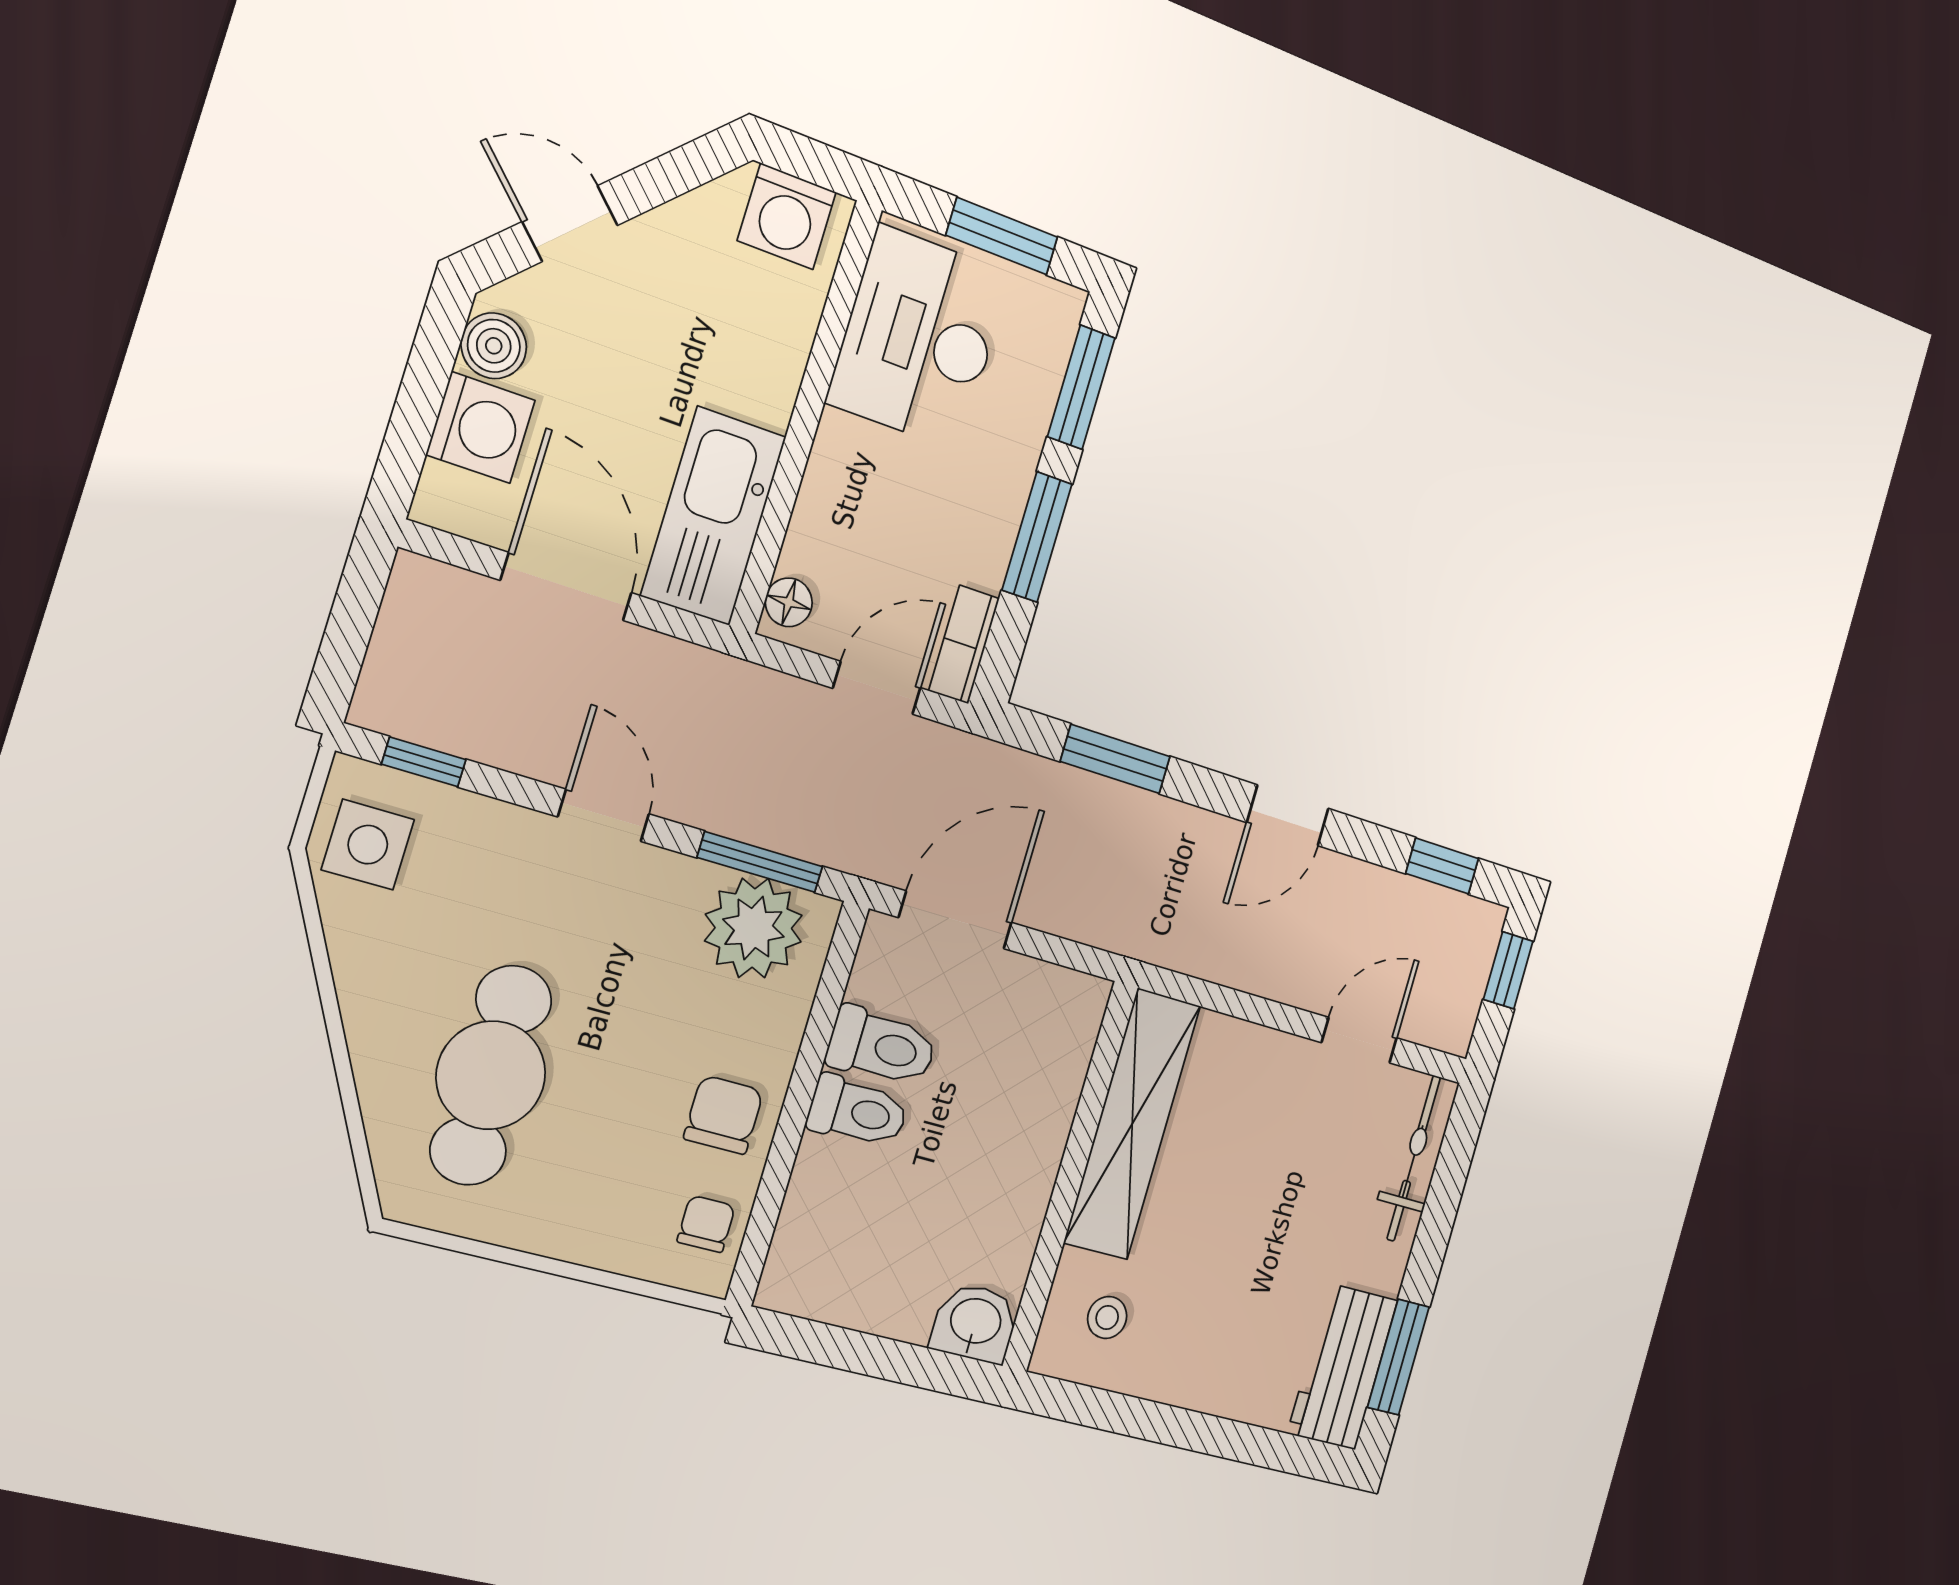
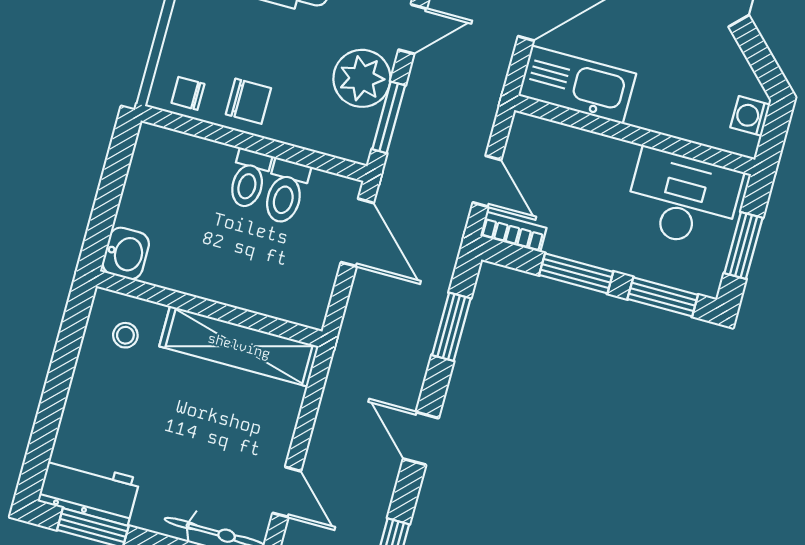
washing machine: (787, 216) -> (750, 116), width x0.73, depth x0.73
floor lamp: (789, 602) -> (532, 129), removed
plant: (753, 928) -> (362, 78), moved
chair: (706, 1224) -> (188, 93), turned 180

